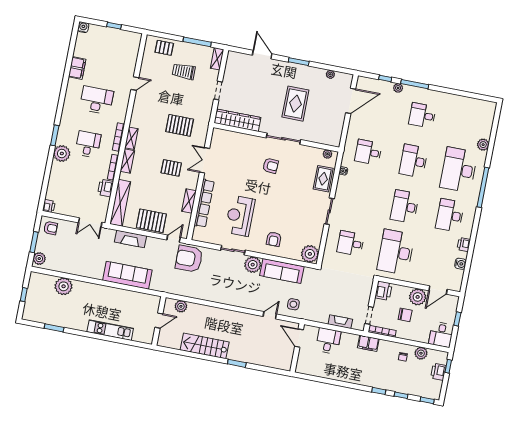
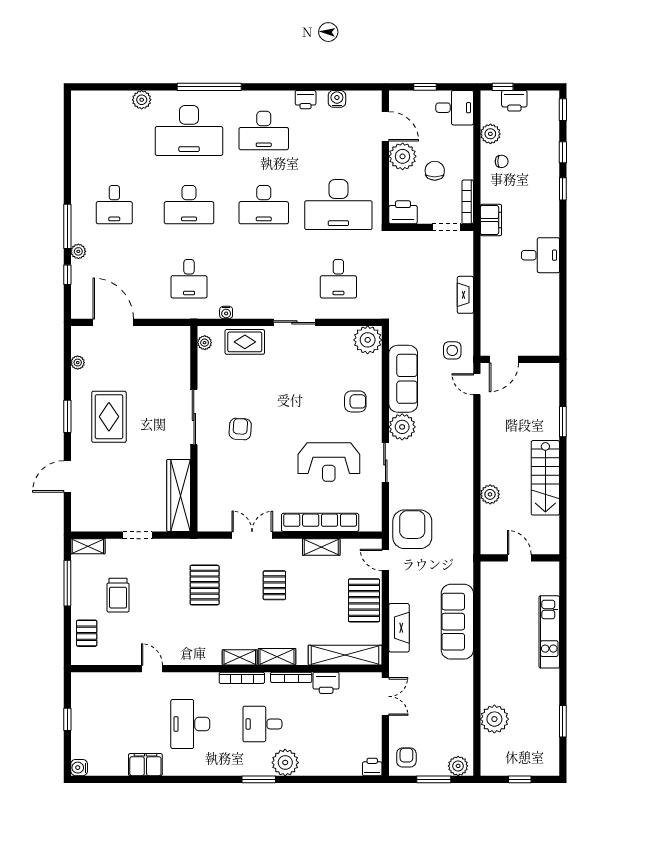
rug: (295, 104) -> (109, 417), moved, turned 90
double door: (204, 160) -> (252, 535), swing flipped
armchair: (189, 259) -> (412, 529), turned 180
plant: (181, 306) -> (490, 494), moved
fireplace: (340, 322) -> (465, 295), moved
door: (299, 338) -> (504, 359), moved
desk: (328, 341) -> (540, 255), moved, turned 180
wall: (297, 348) -> (520, 359), moved

